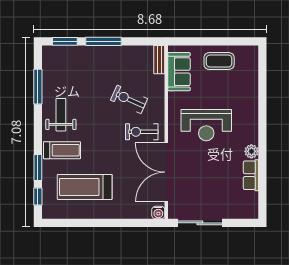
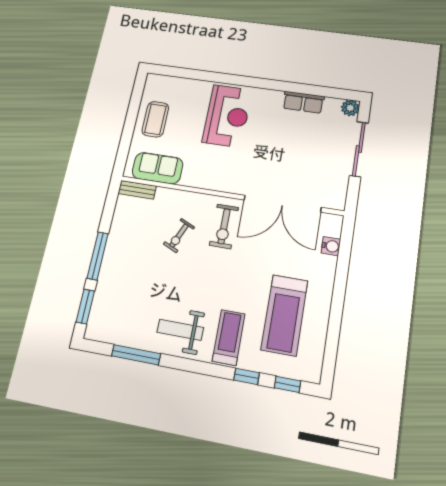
exercise bike: (129, 99) -> (179, 236), width x0.73, depth x0.72
reception desk: (206, 125) -> (227, 116), moved
plant: (251, 151) -> (350, 108), moved
window: (38, 168) -> (247, 376), width x0.67
water cooler: (158, 213) -> (331, 246), moved
sliding door: (200, 223) -> (359, 149), moved

